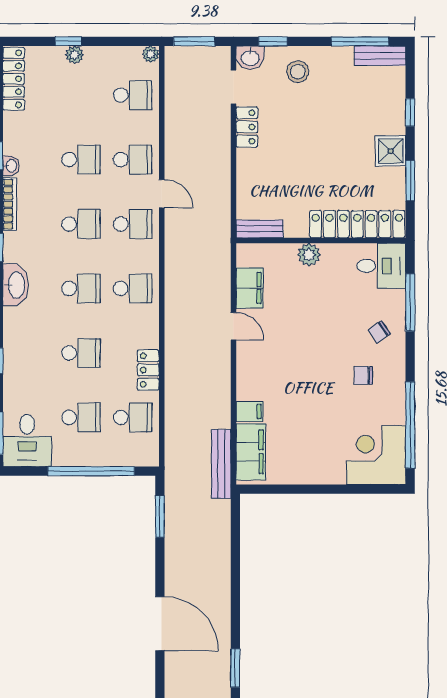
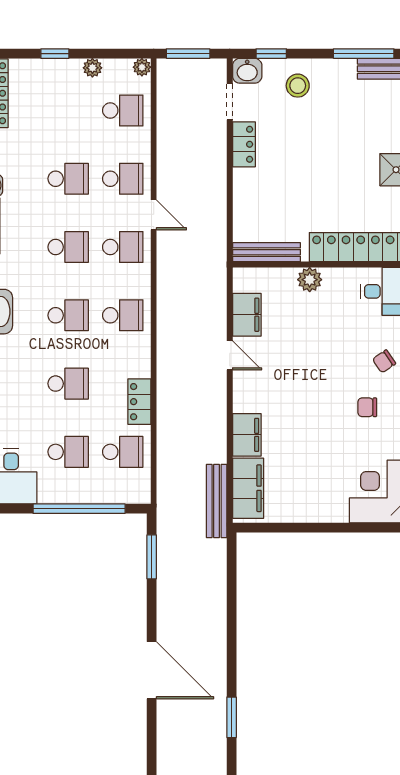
plant: (74, 55) -> (92, 68), moved
bench: (260, 229) -> (266, 252), width x1.36
filing cabinet: (250, 411) -> (247, 435), width x2.00

